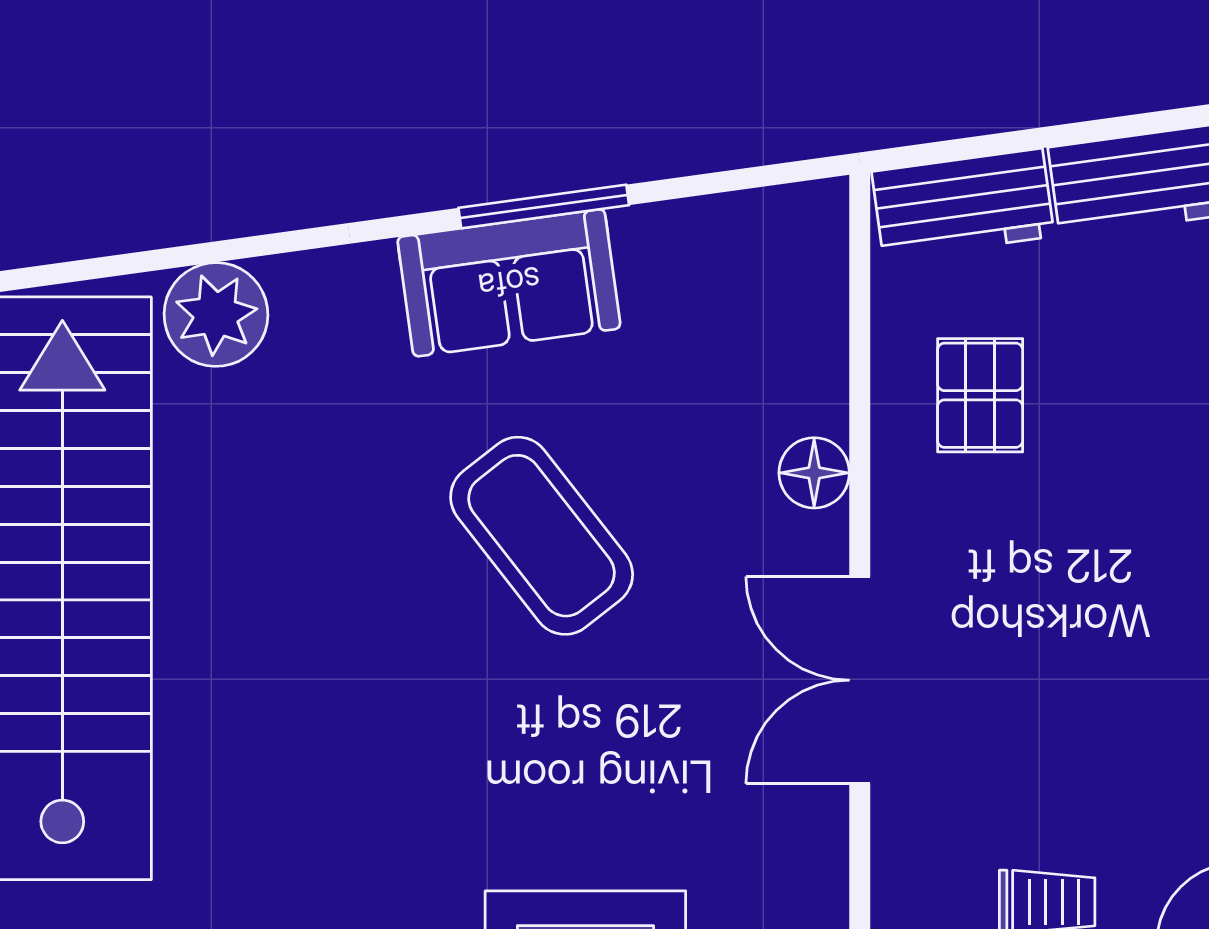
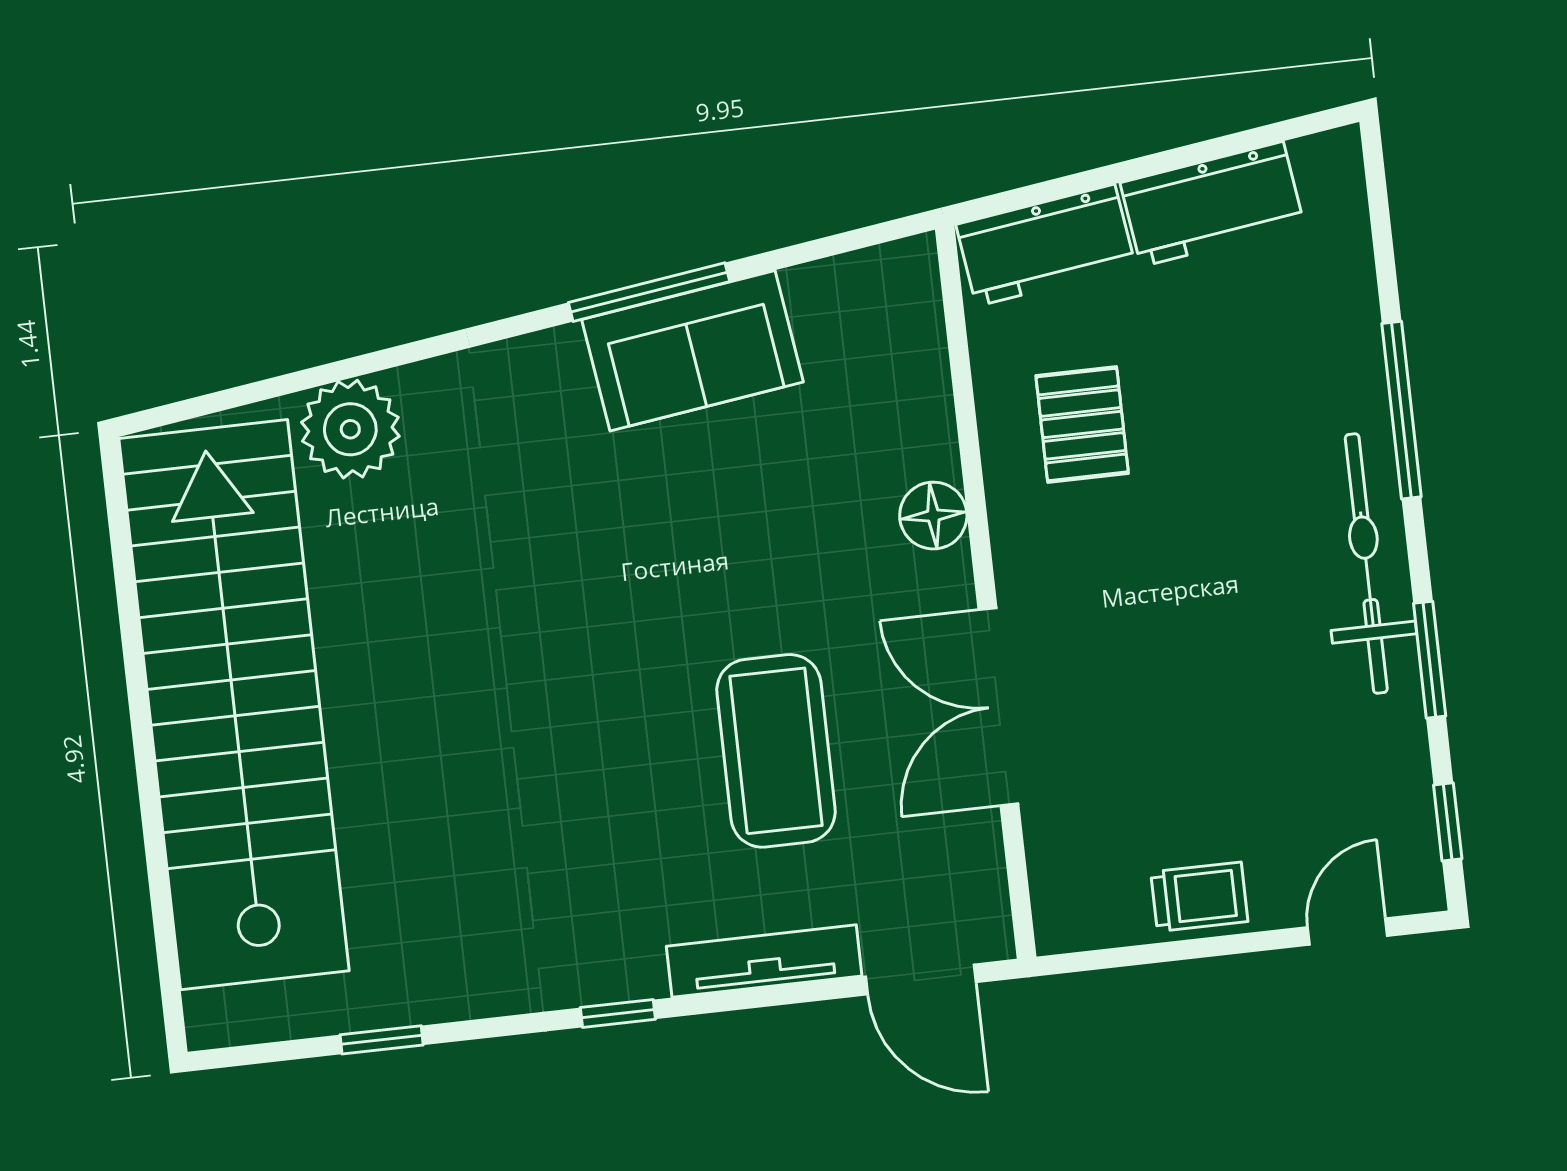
sofa: (509, 283) -> (693, 351), moved
coffee table: (542, 536) -> (776, 751), moved, turned 38

